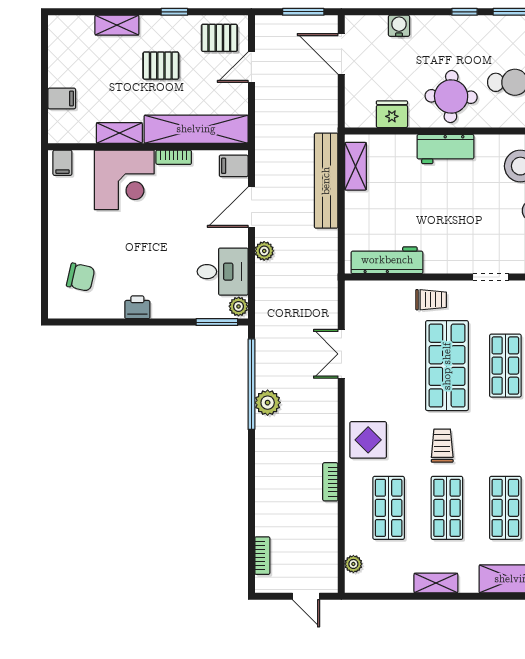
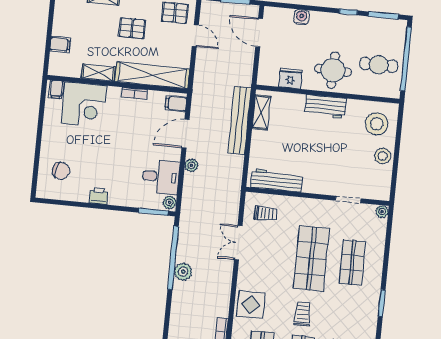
door: (251, 67) -> (195, 36), swing flipped
corner desk: (124, 180) -> (84, 104), moved
trolley: (431, 300) -> (266, 213), moved

